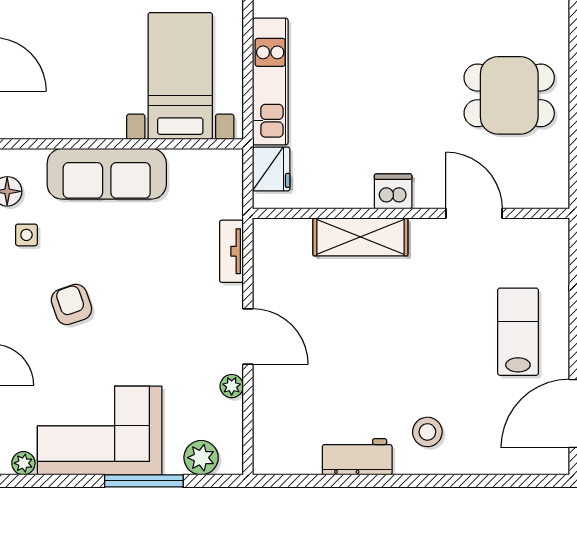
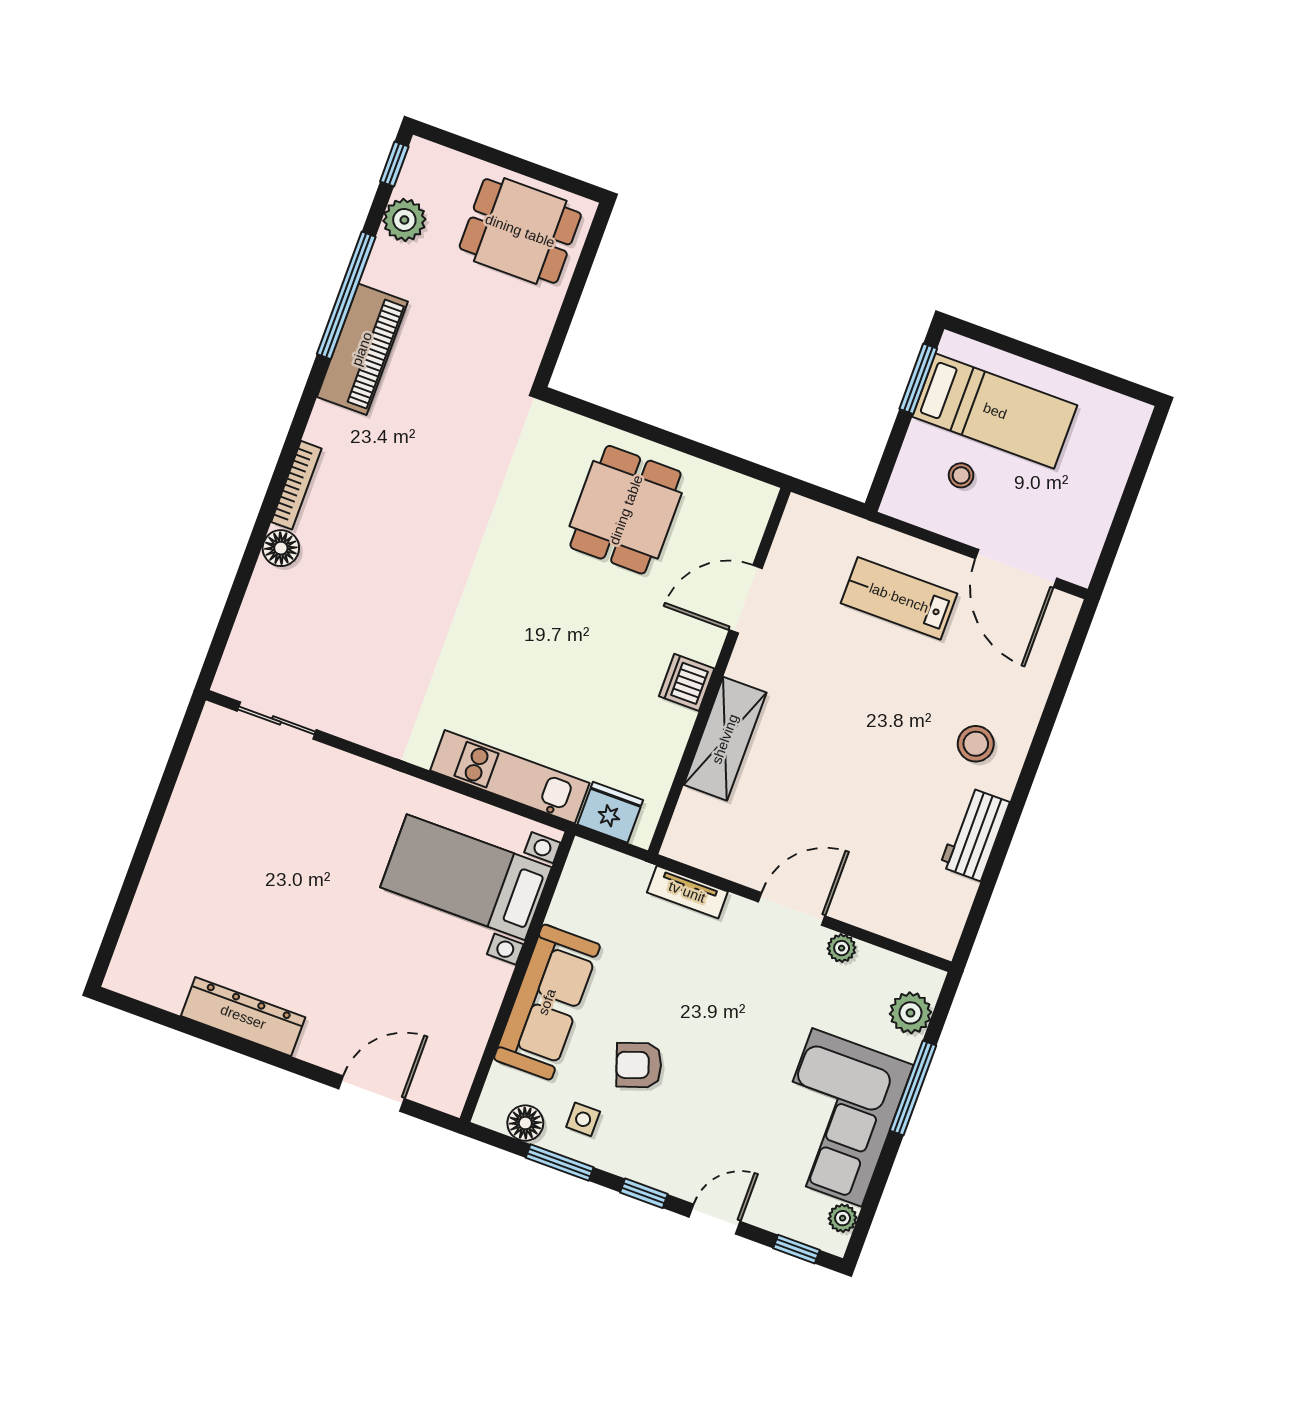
armchair: (71, 304) -> (639, 1065), moved

